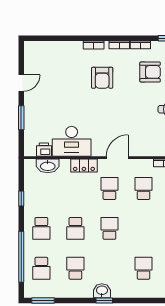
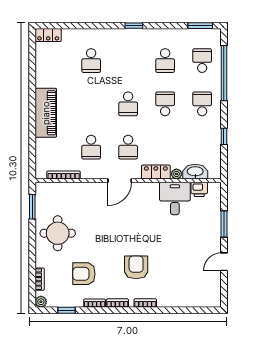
desk: (72, 141) -> (175, 198), width x0.73
plant: (65, 164) -> (176, 174), added
washbasin: (102, 291) -> (136, 36), removed

